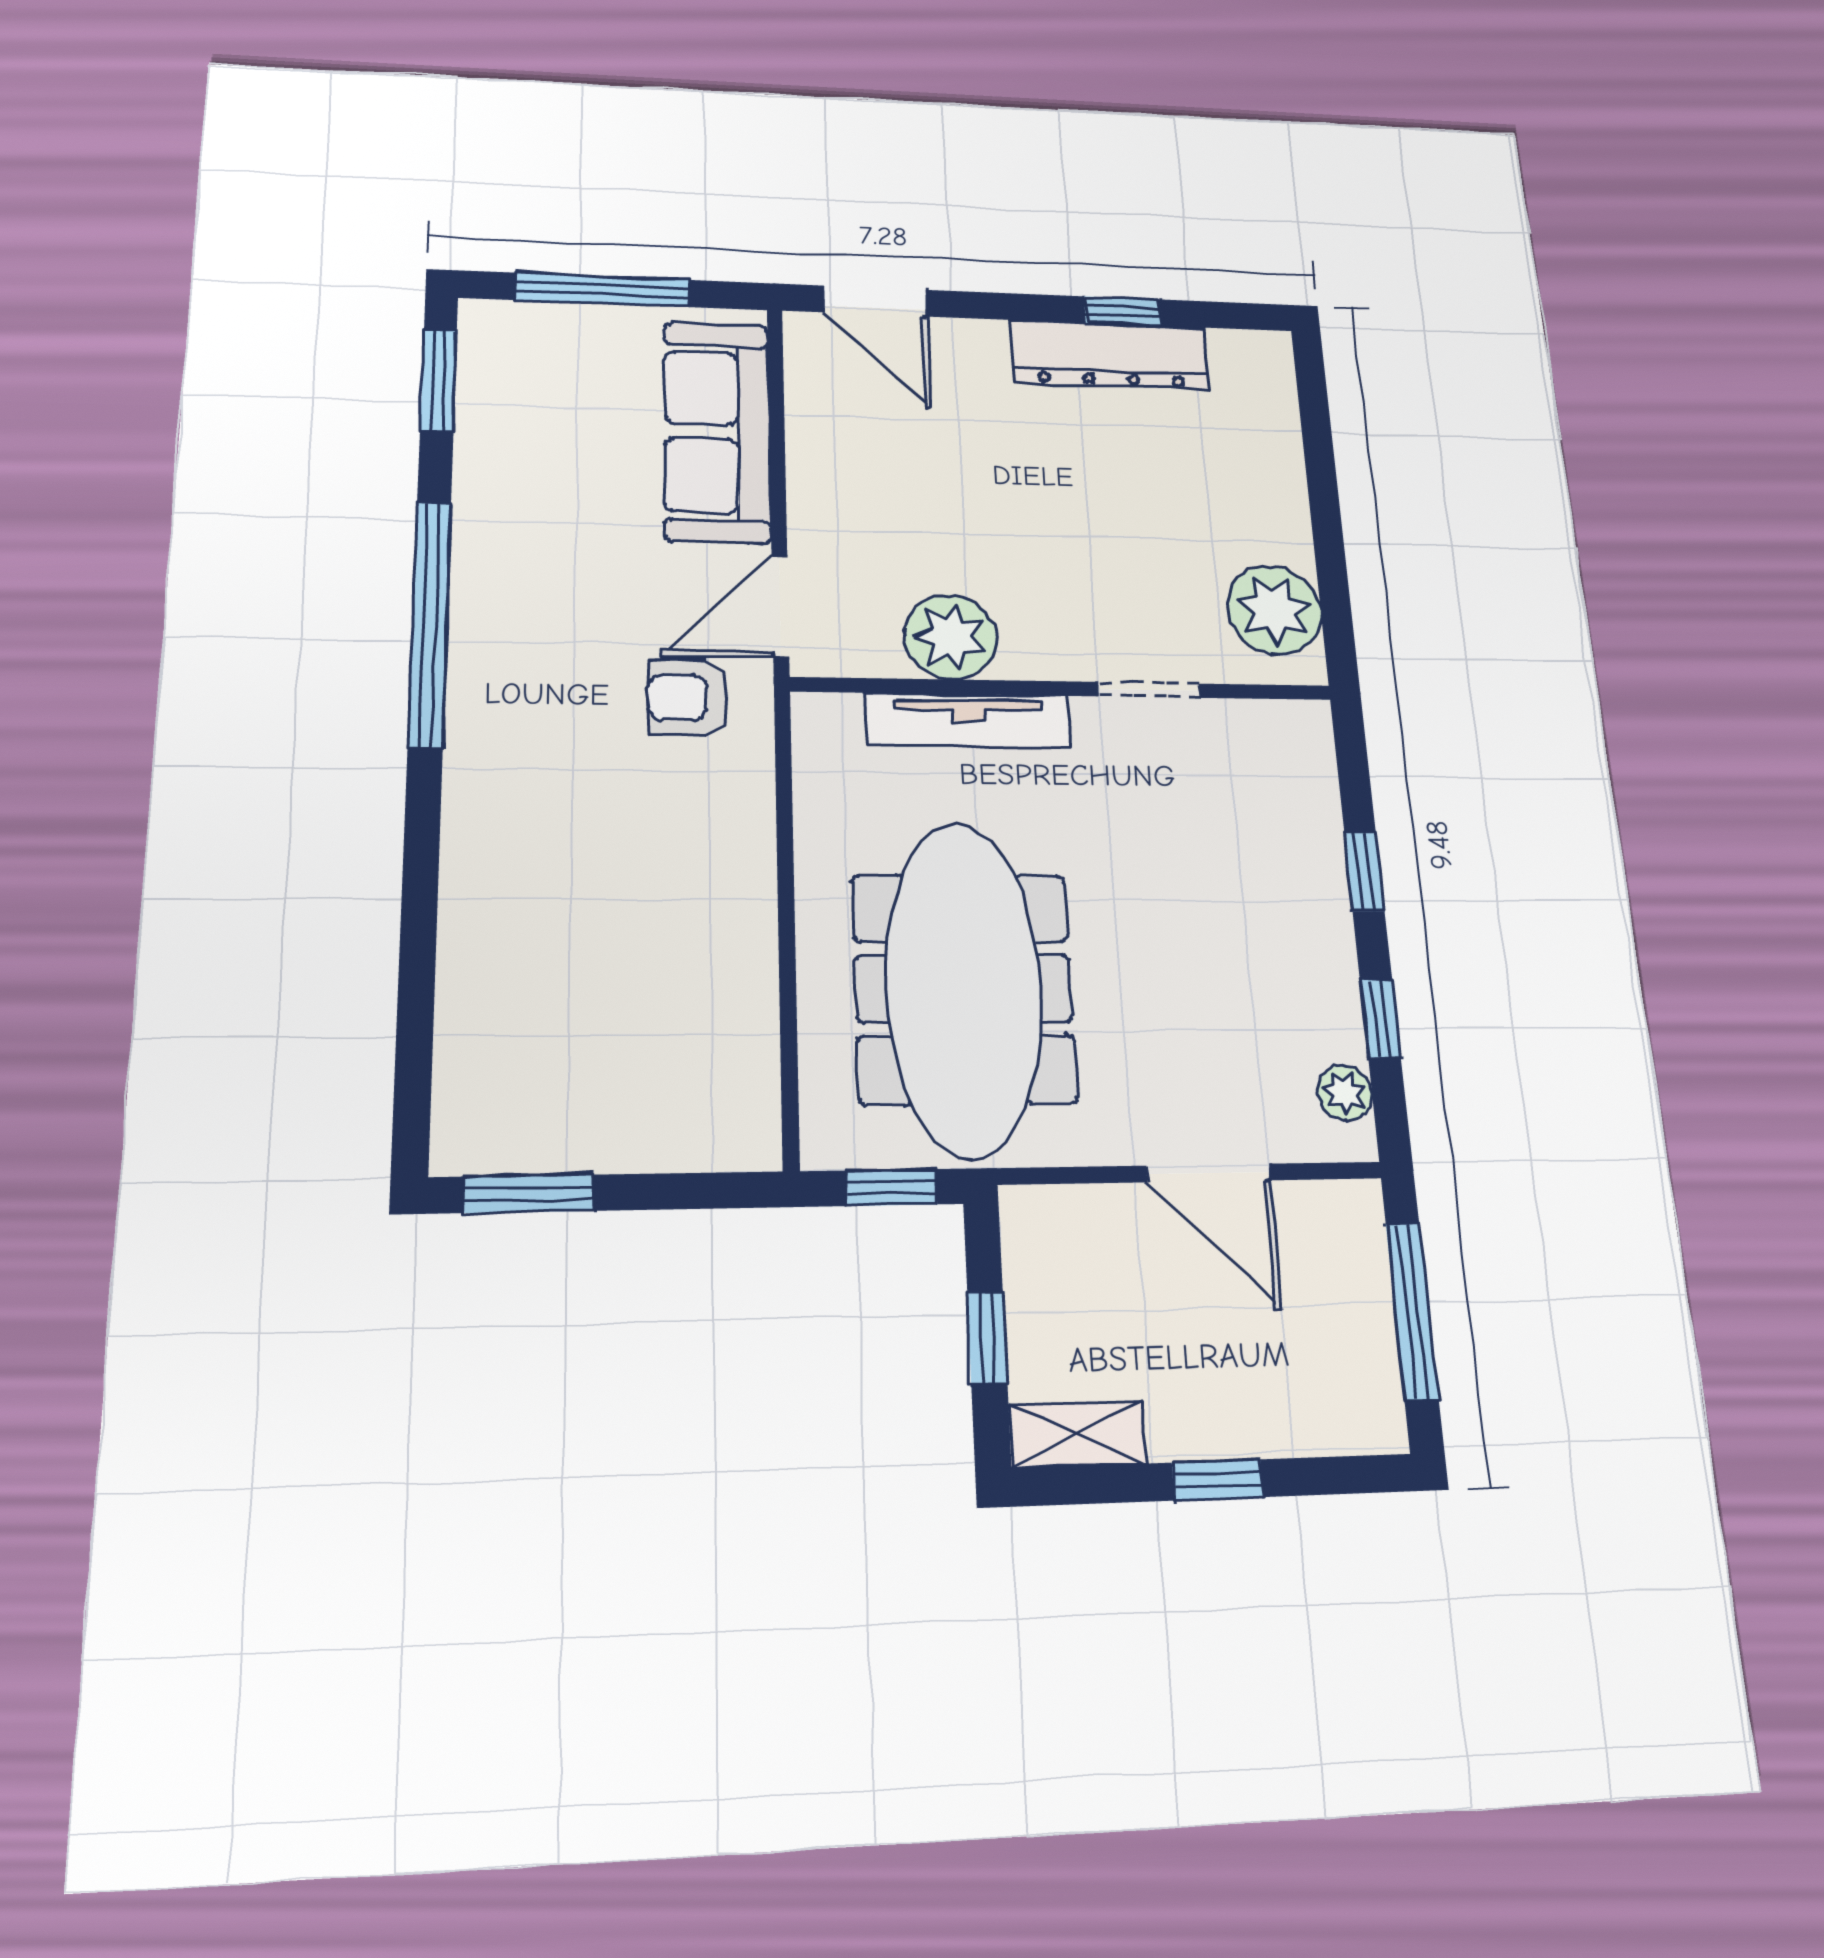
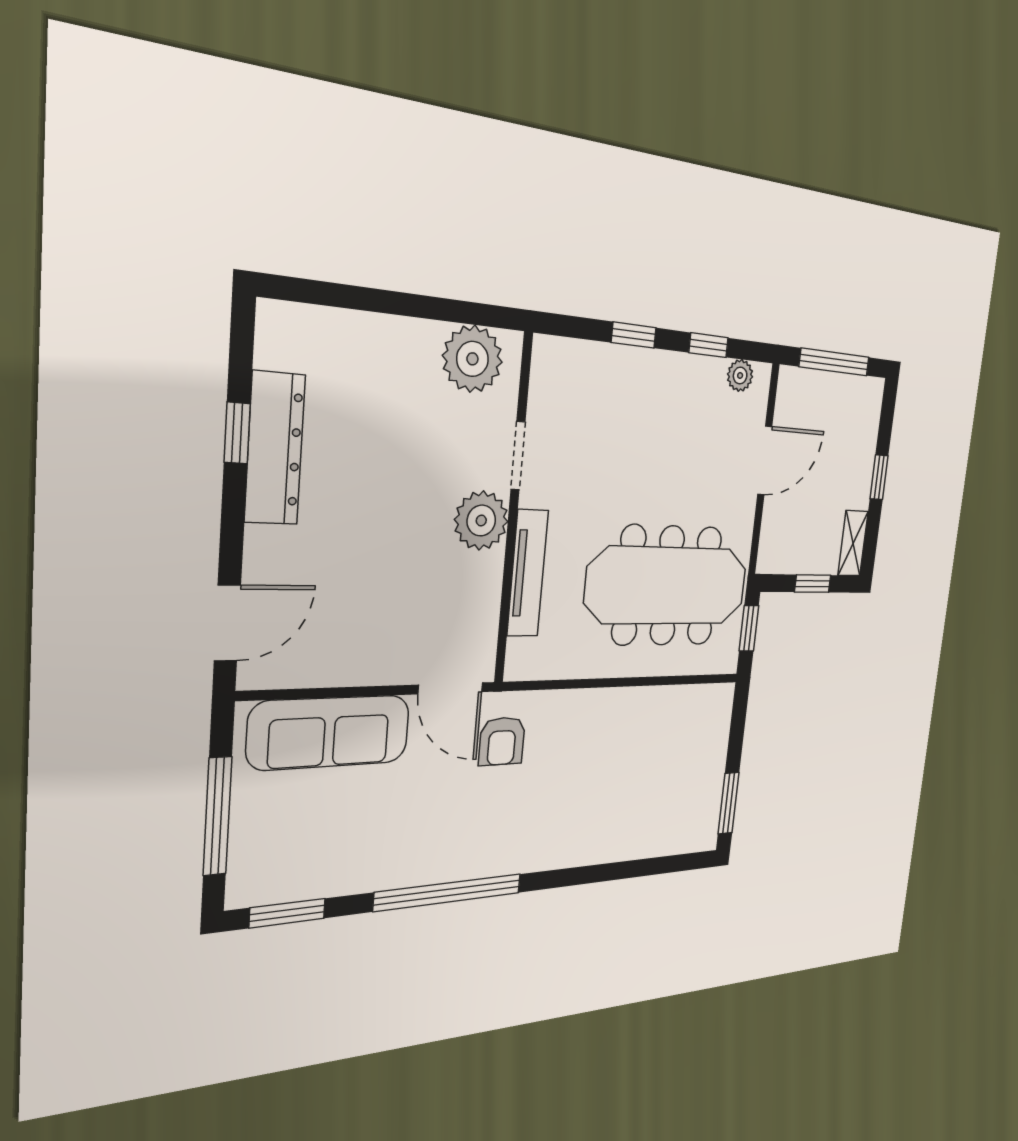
plant: (951, 637) -> (481, 521), moved

